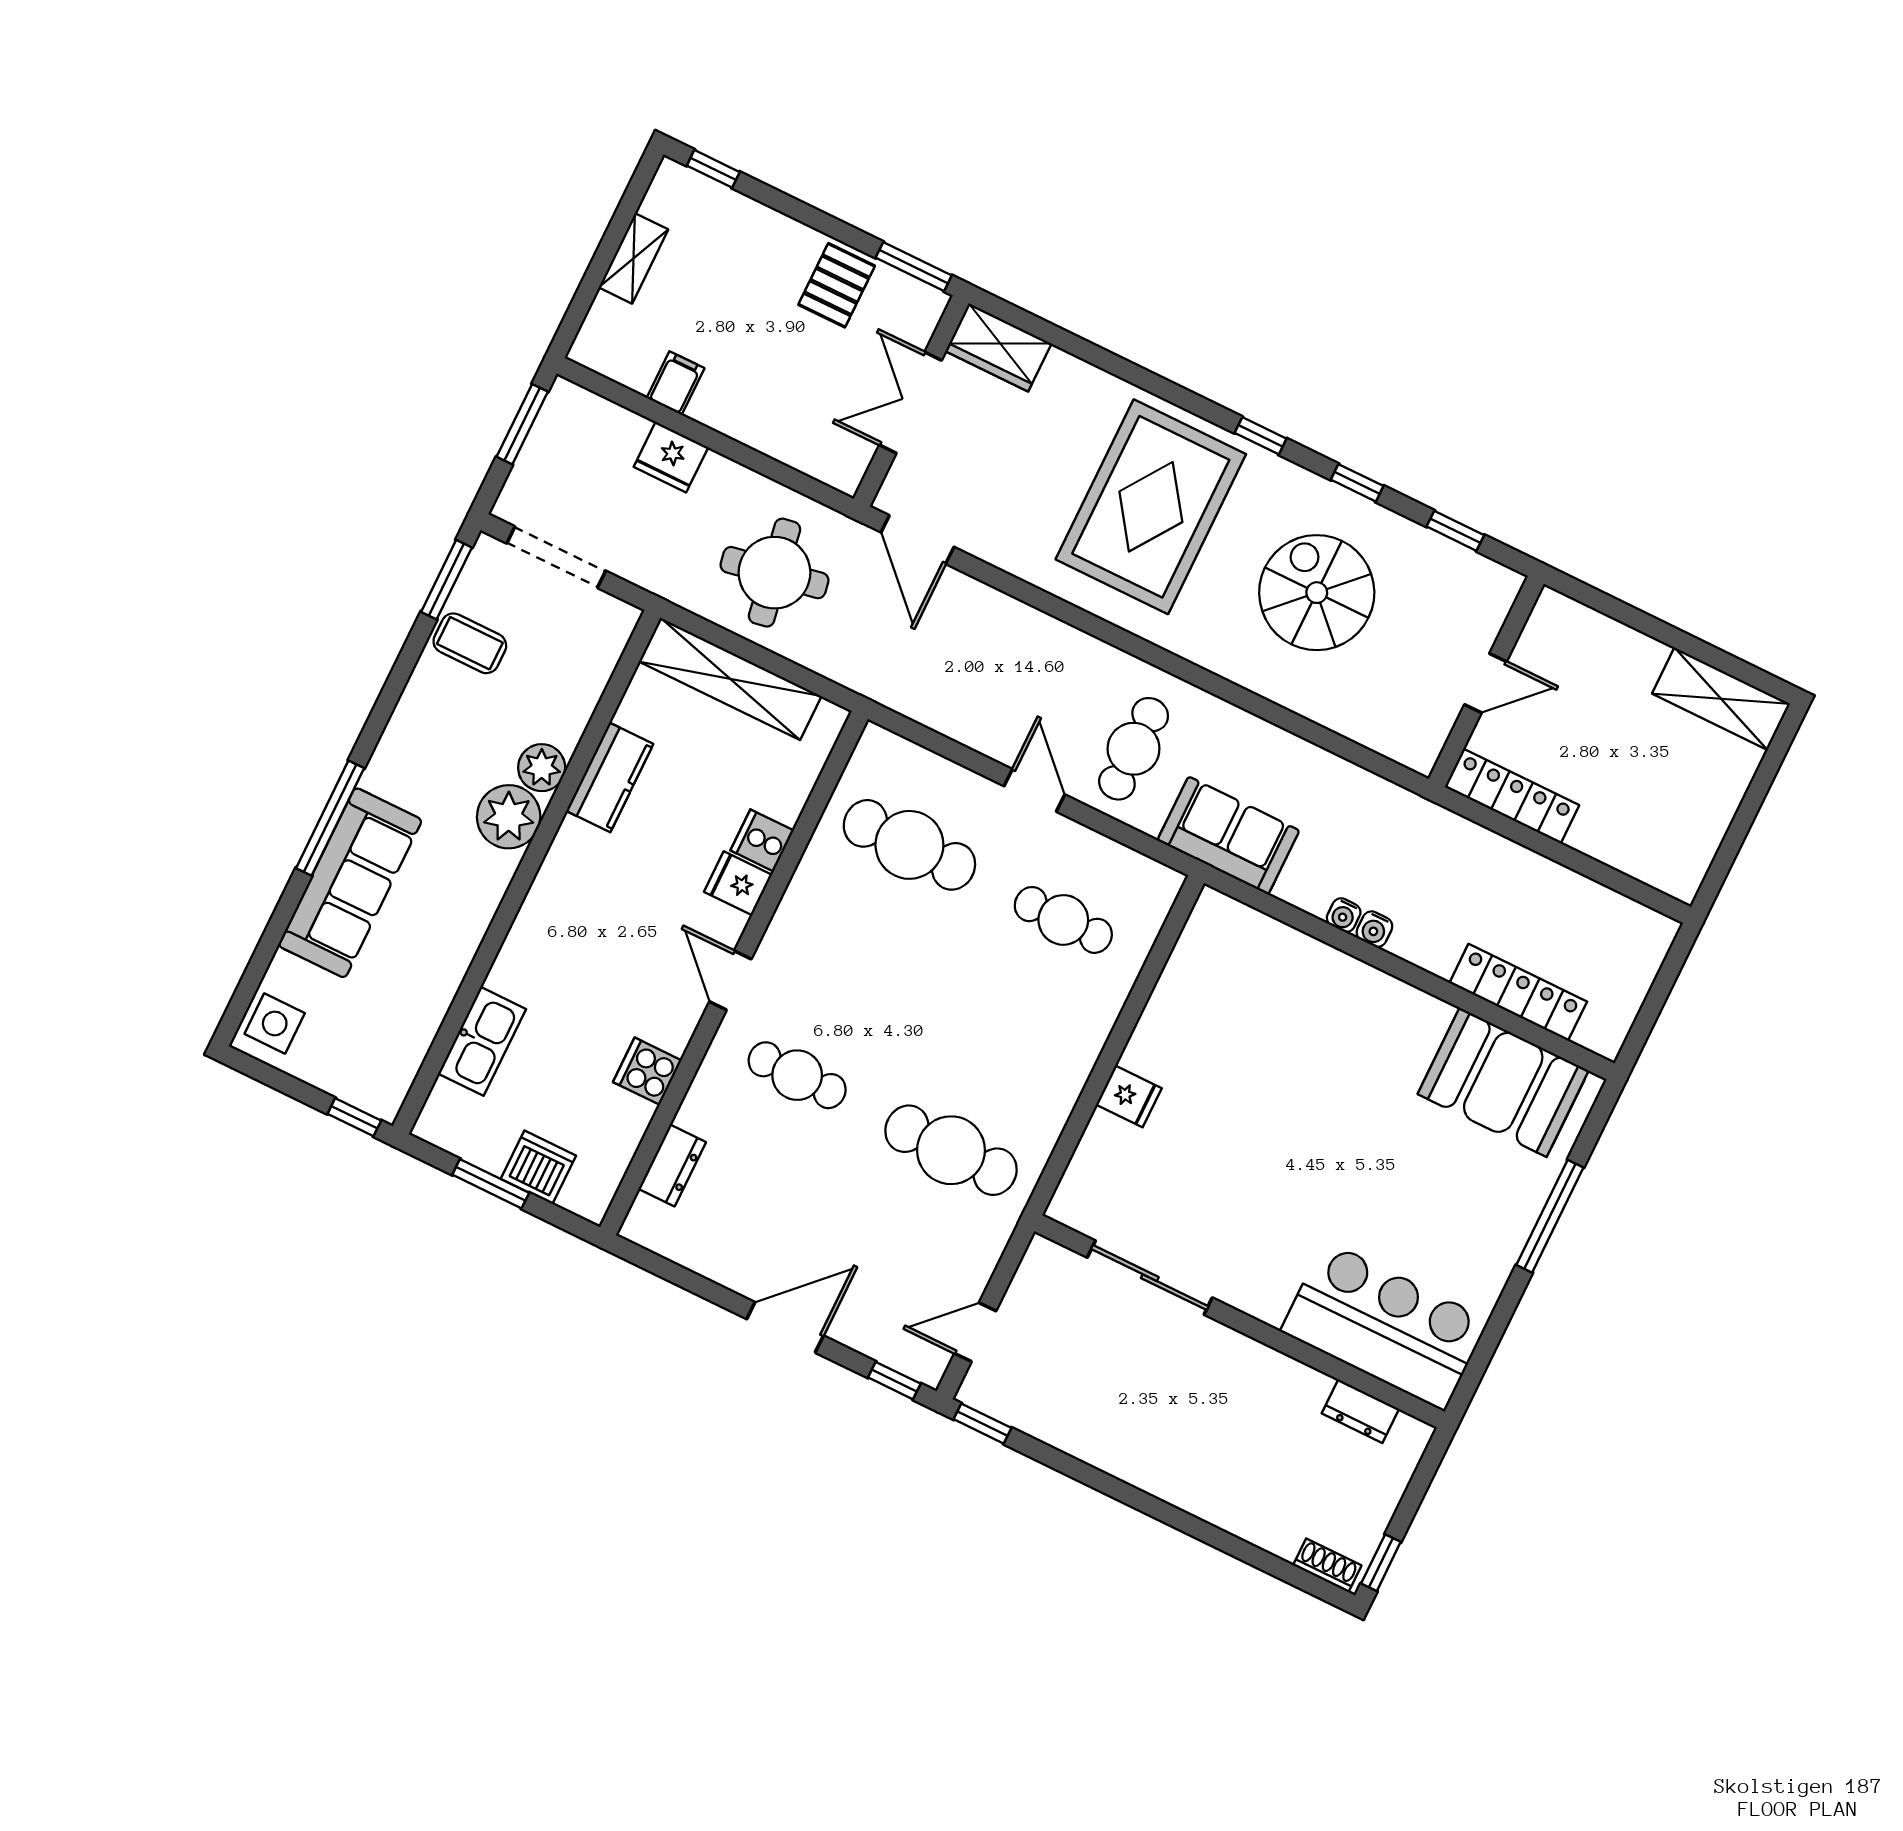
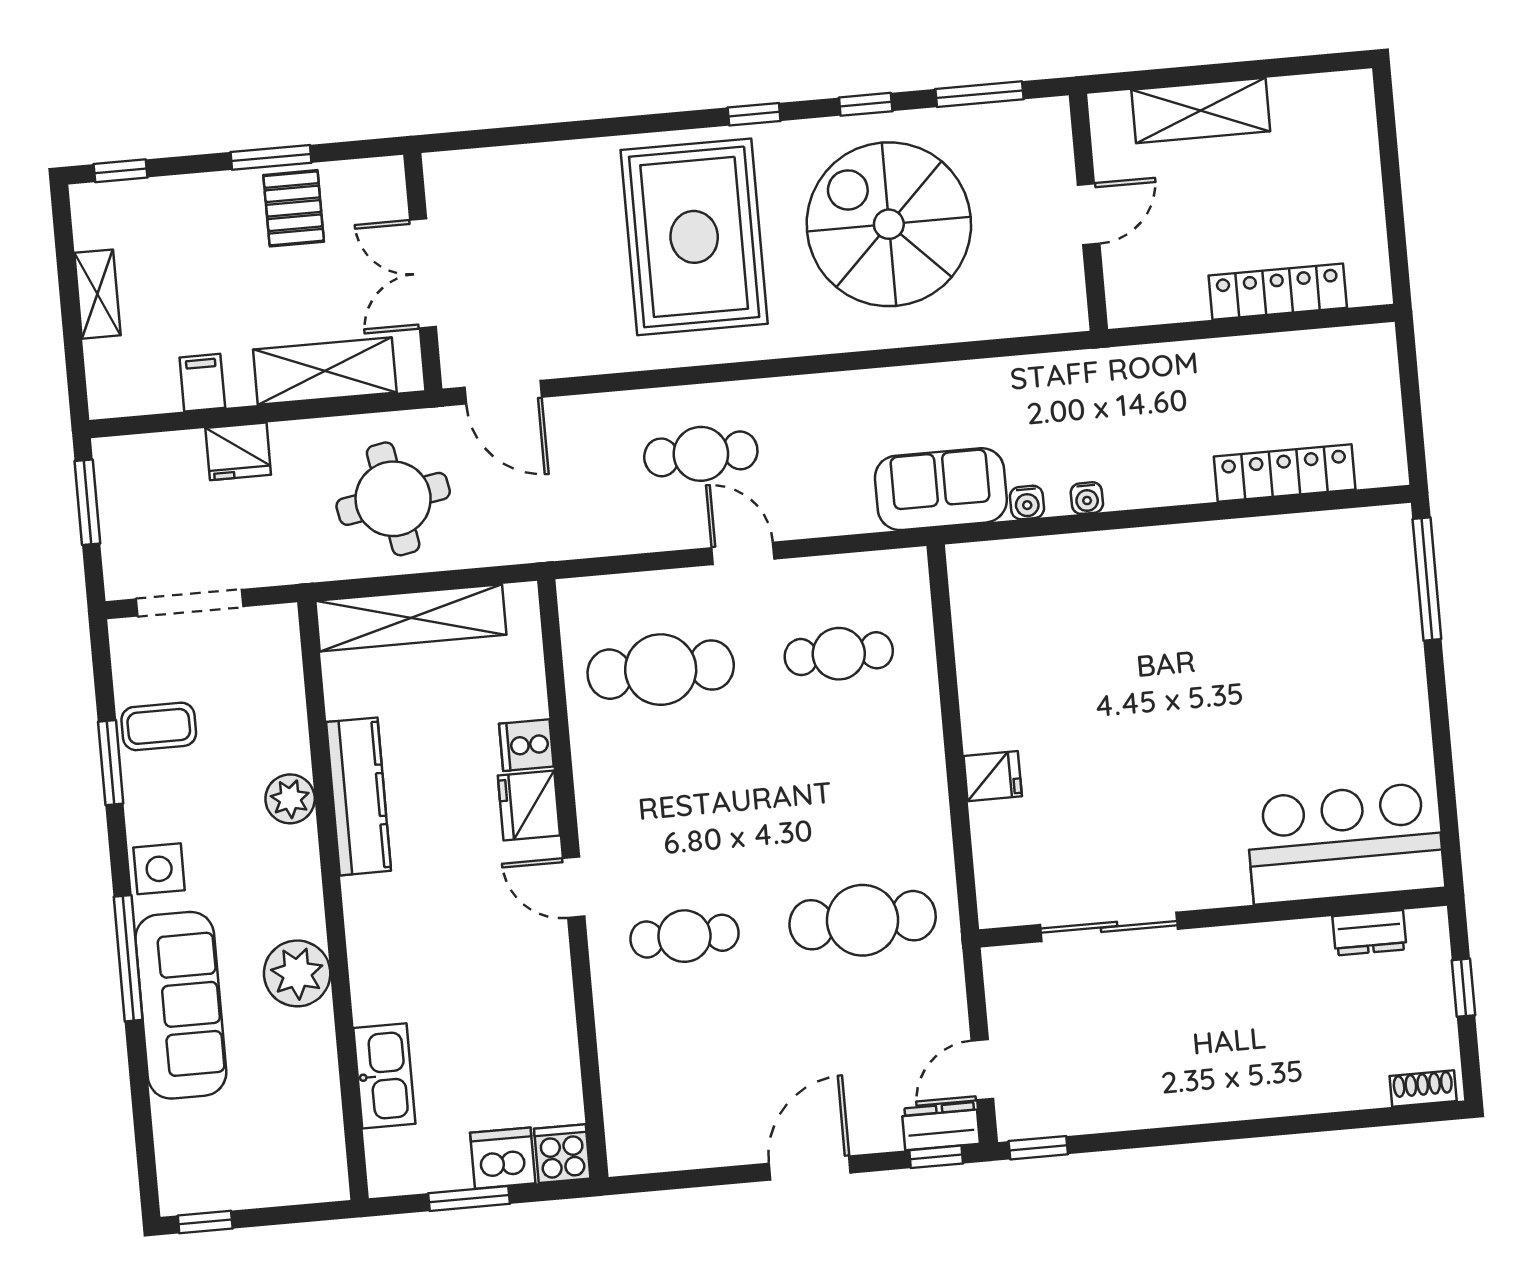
window: (914, 267) -> (271, 157), moved
wardrobe: (998, 347) -> (472, 177), removed
shelving: (782, 434) -> (325, 371), added
window: (1455, 531) -> (979, 94), width x1.50
window: (446, 580) -> (111, 763), moved
spiral stairs: (1317, 593) -> (889, 224), width x1.37, depth x1.37
shelving: (1721, 699) -> (1201, 111), moved
cafe table: (1134, 749) -> (701, 454), moved, turned 90
kitchen counter: (610, 777) -> (359, 796), width x1.50
locker: (1512, 796) -> (1278, 292), moved
plant: (509, 817) -> (297, 973), moved
fridge: (738, 883) -> (529, 805), width x1.38
water cooler: (1374, 929) -> (1027, 502), moved
side table: (275, 1023) -> (159, 869), moved
cooker: (647, 1071) -> (562, 1154), moved, turned 90
booth: (1503, 1082) -> (1320, 562), removed
window: (354, 1117) -> (205, 1222), moved
dresser: (672, 1165) -> (941, 1126), moved, turned -90
window: (1550, 1216) -> (1427, 579), moved
window: (1381, 1563) -> (1463, 988), moved

